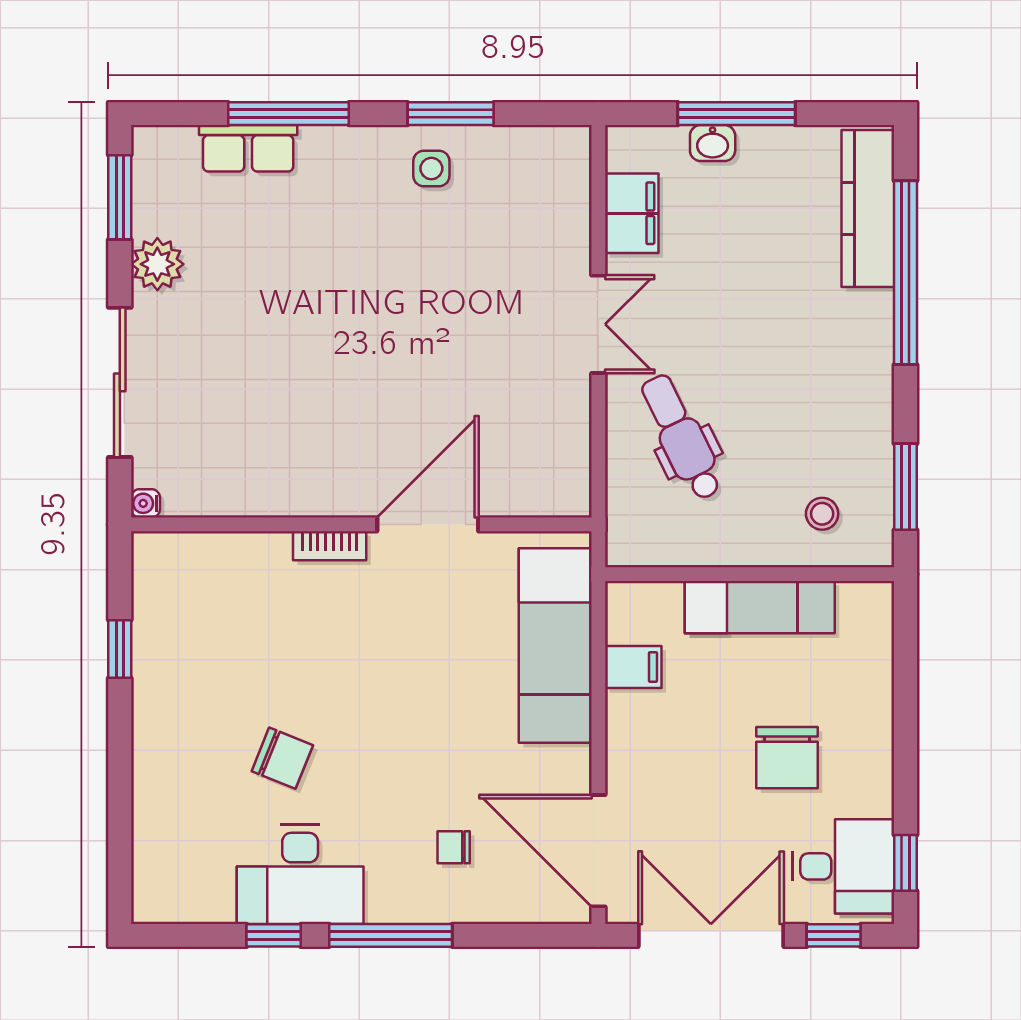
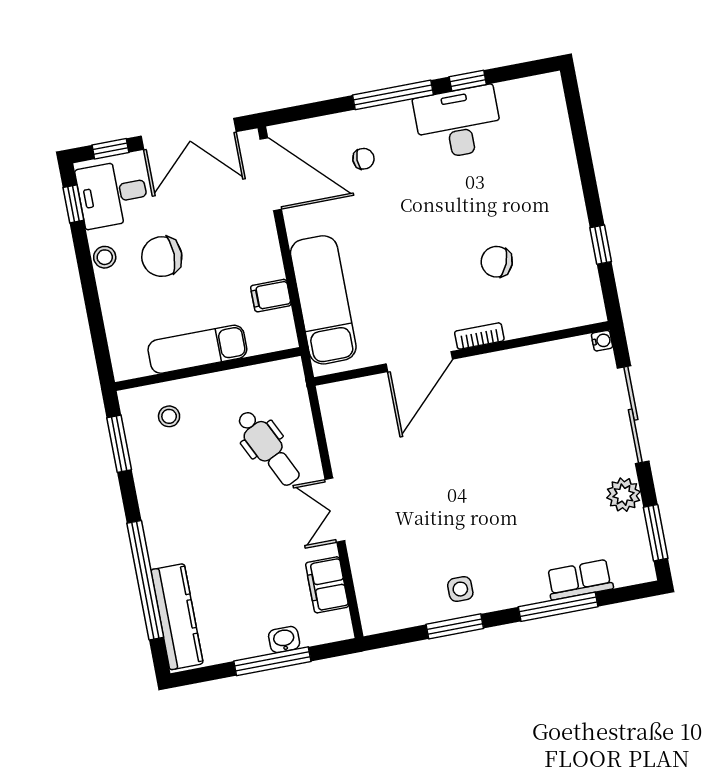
chair: (282, 758) -> (497, 262), moved
chair: (787, 758) -> (162, 257), turned -90
stool: (873, 773) -> (105, 257), added

